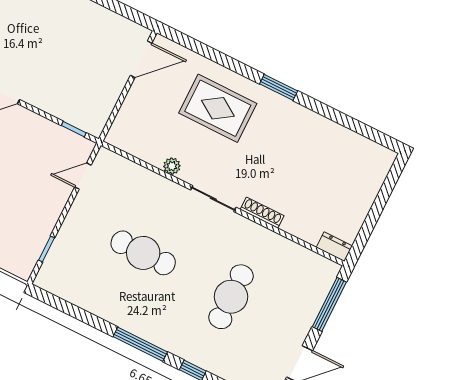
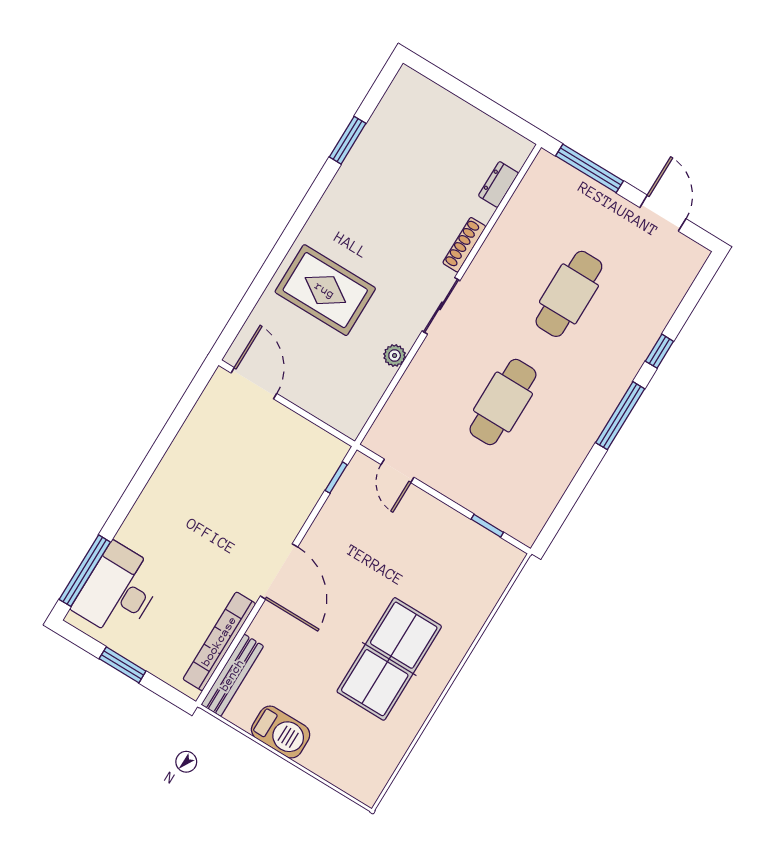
window: (279, 87) -> (348, 140), moved
rug: (218, 108) -> (325, 290), turned 90
dresser: (334, 247) -> (498, 184), moved
cafe table: (231, 297) -> (569, 294), turned 90

